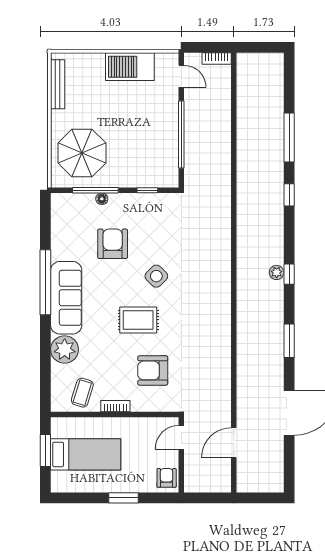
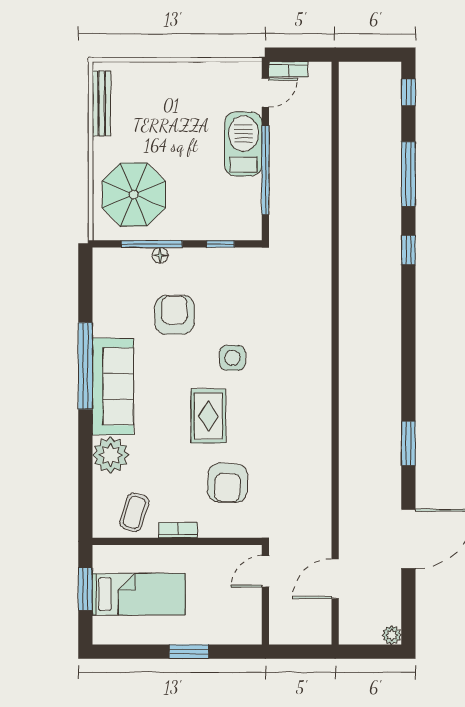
bookcase: (217, 59) -> (288, 69), moved
barbecue: (130, 67) -> (243, 144), moved, turned 90
door: (181, 76) -> (265, 93), hinge flipped
plant: (277, 272) -> (392, 635), moved
window: (289, 274) -> (408, 92), moved
side table: (156, 276) -> (232, 358), turned 45
rug: (138, 320) -> (208, 416), turned 90
armchair: (153, 370) -> (228, 483), turned -87
armchair: (167, 478) -> (246, 625), removed

